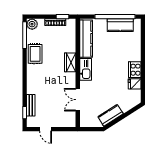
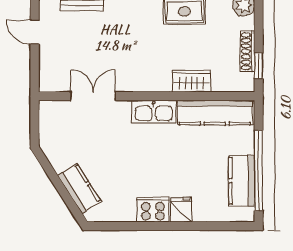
wardrobe: (70, 62) -> (192, 81), moved
fridge: (135, 84) -> (181, 210), moved
kitchen counter: (111, 115) -> (79, 189), moved
door: (46, 129) -> (35, 32), hinge flipped

